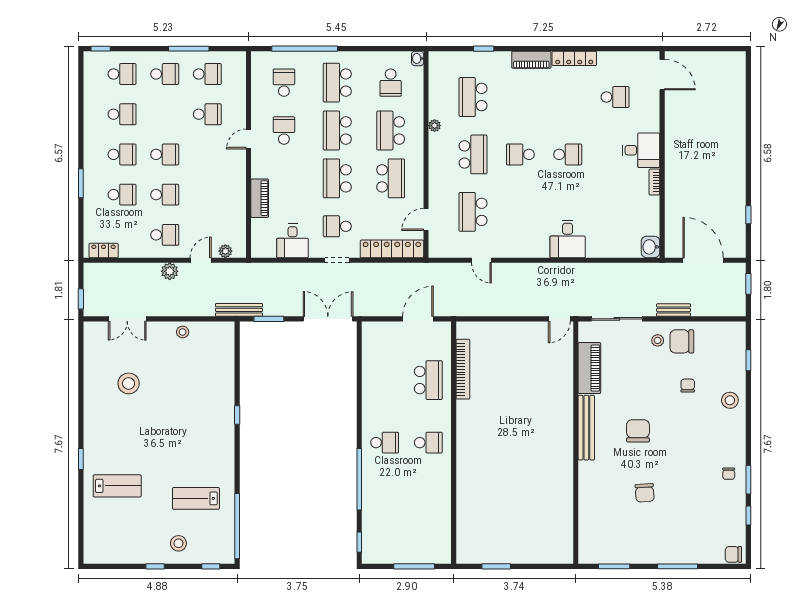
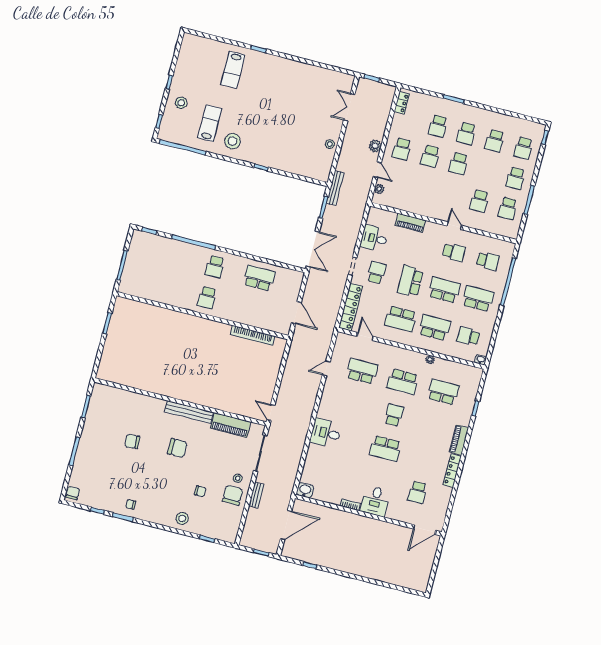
school desk: (568, 154) -> (385, 448), width x1.85
school desk: (337, 178) -> (410, 281), turned -90
school desk: (428, 380) -> (259, 278), moved, turned 180
stool: (129, 383) -> (232, 141), moved

